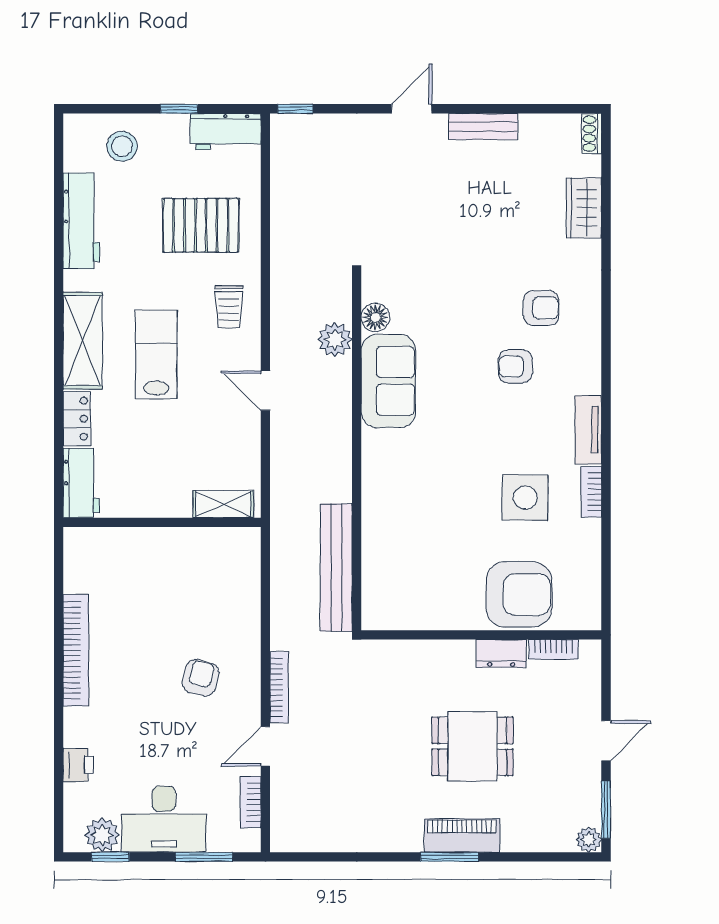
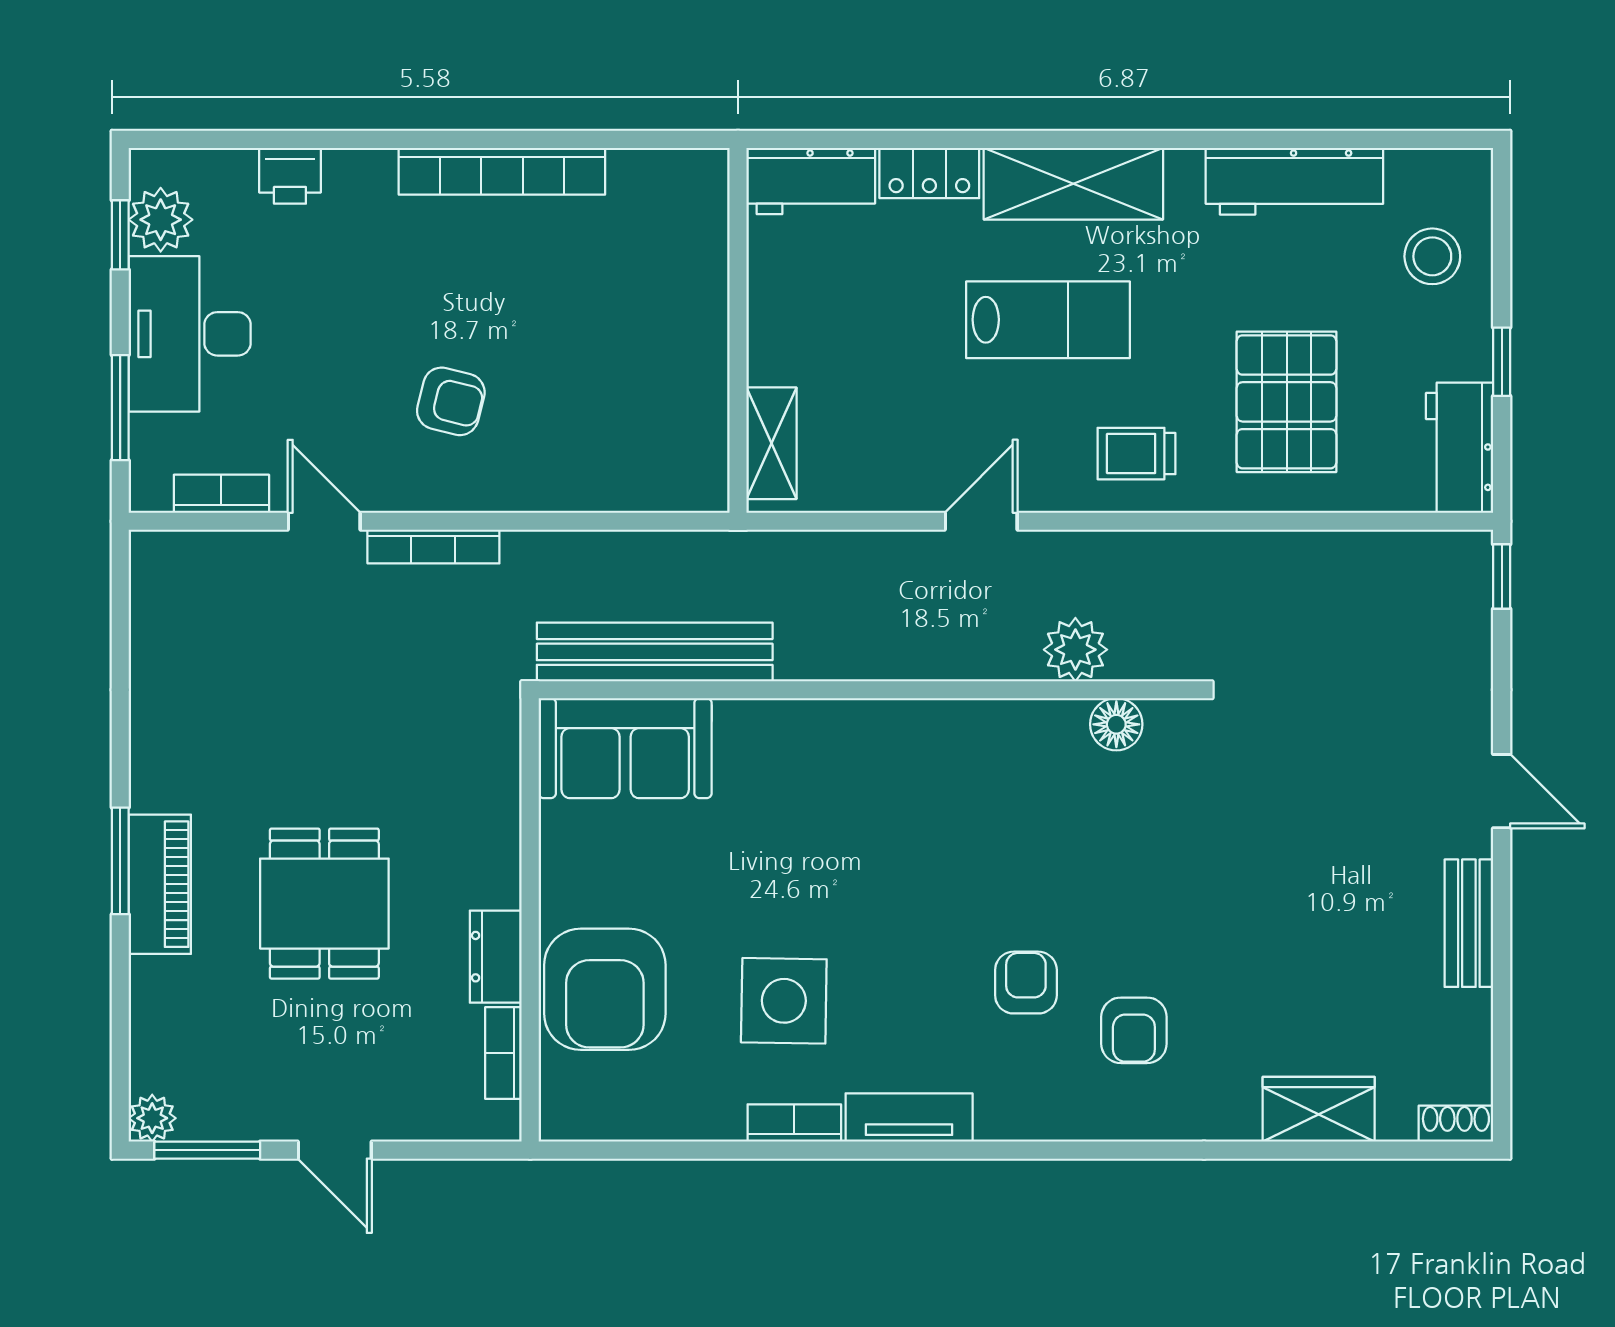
sofa: (388, 381) -> (625, 748), moved

